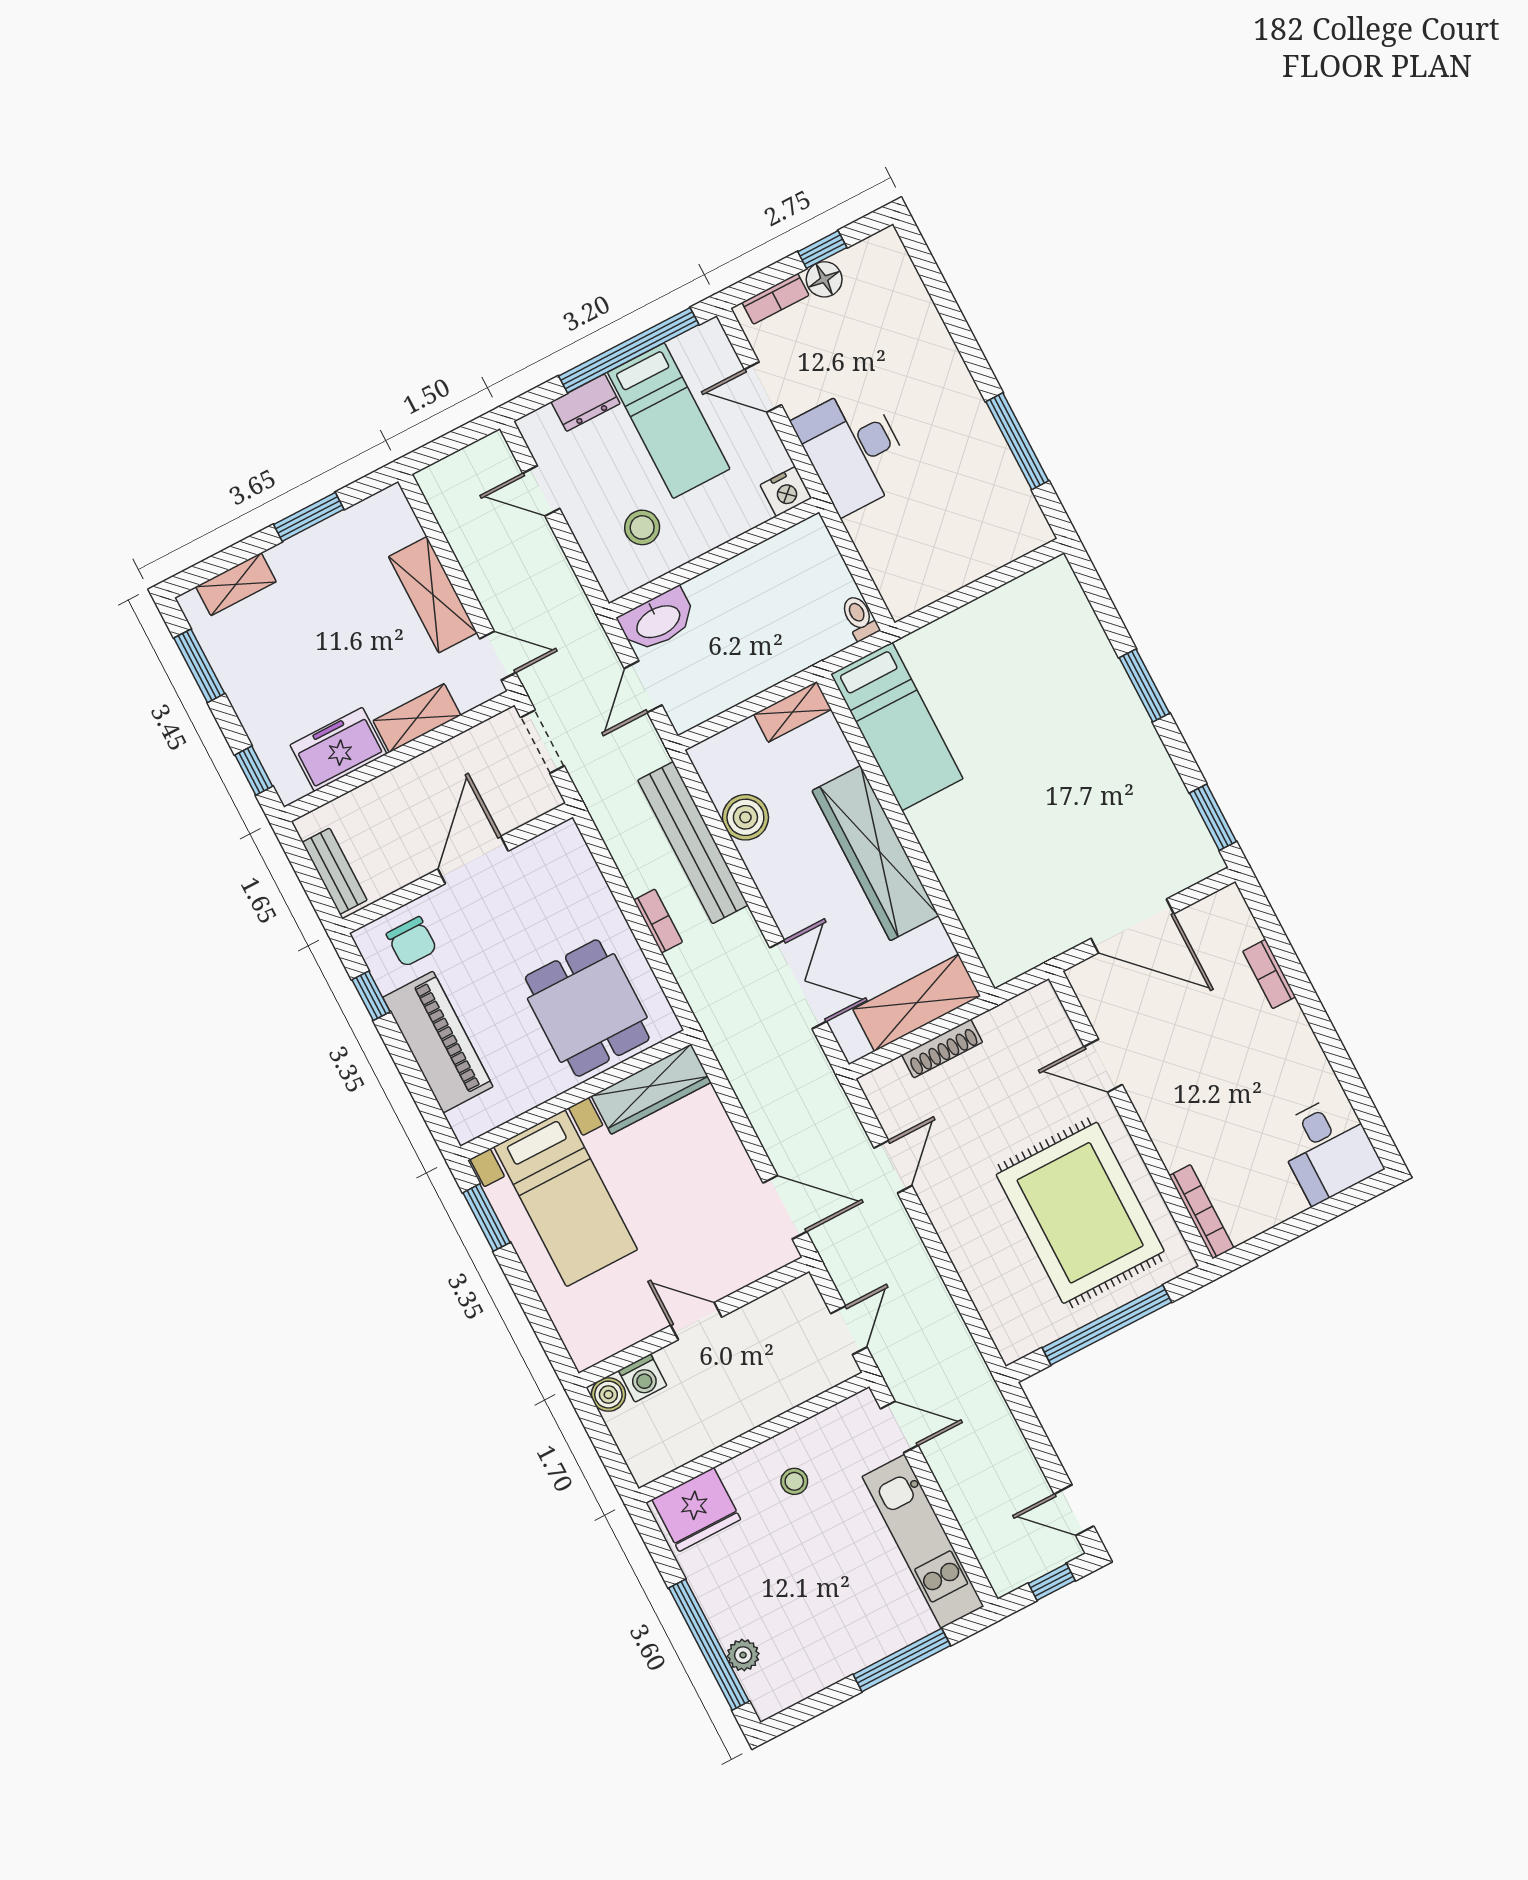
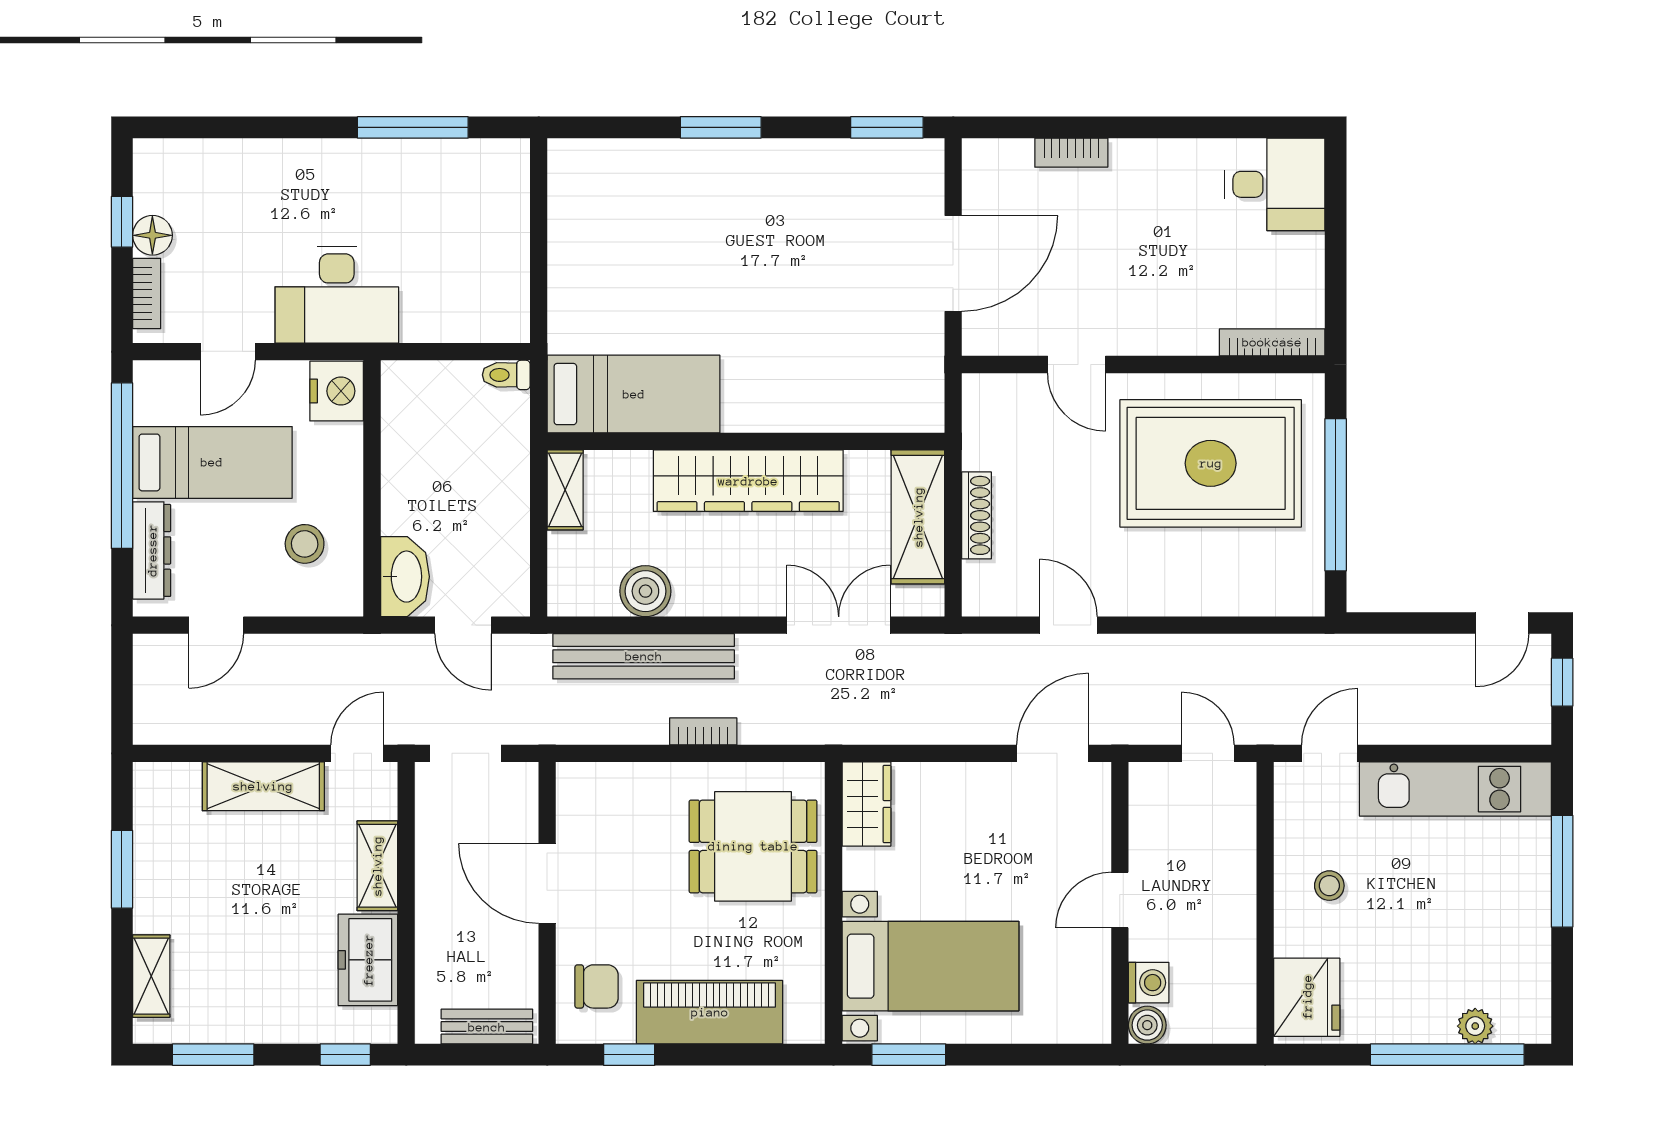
dresser: (586, 403) -> (152, 550), width x1.44
nightstand: (786, 492) -> (337, 391), width x1.36, depth x1.33
door: (1103, 1066) -> (1077, 365), hinge flipped
wardrobe: (651, 1089) -> (866, 804), width x0.67

